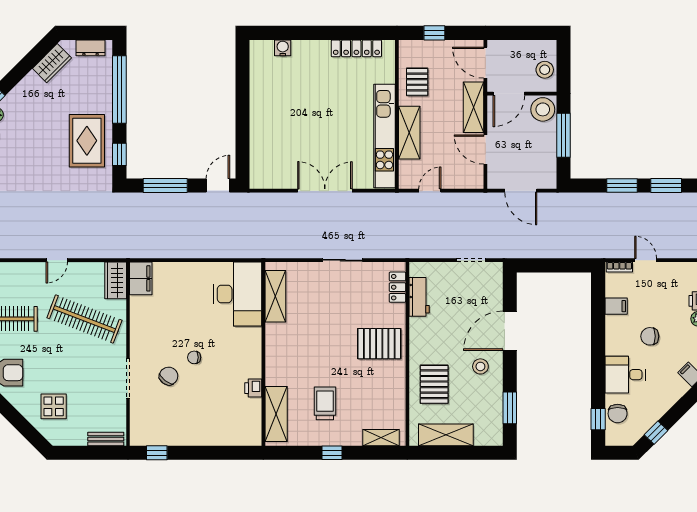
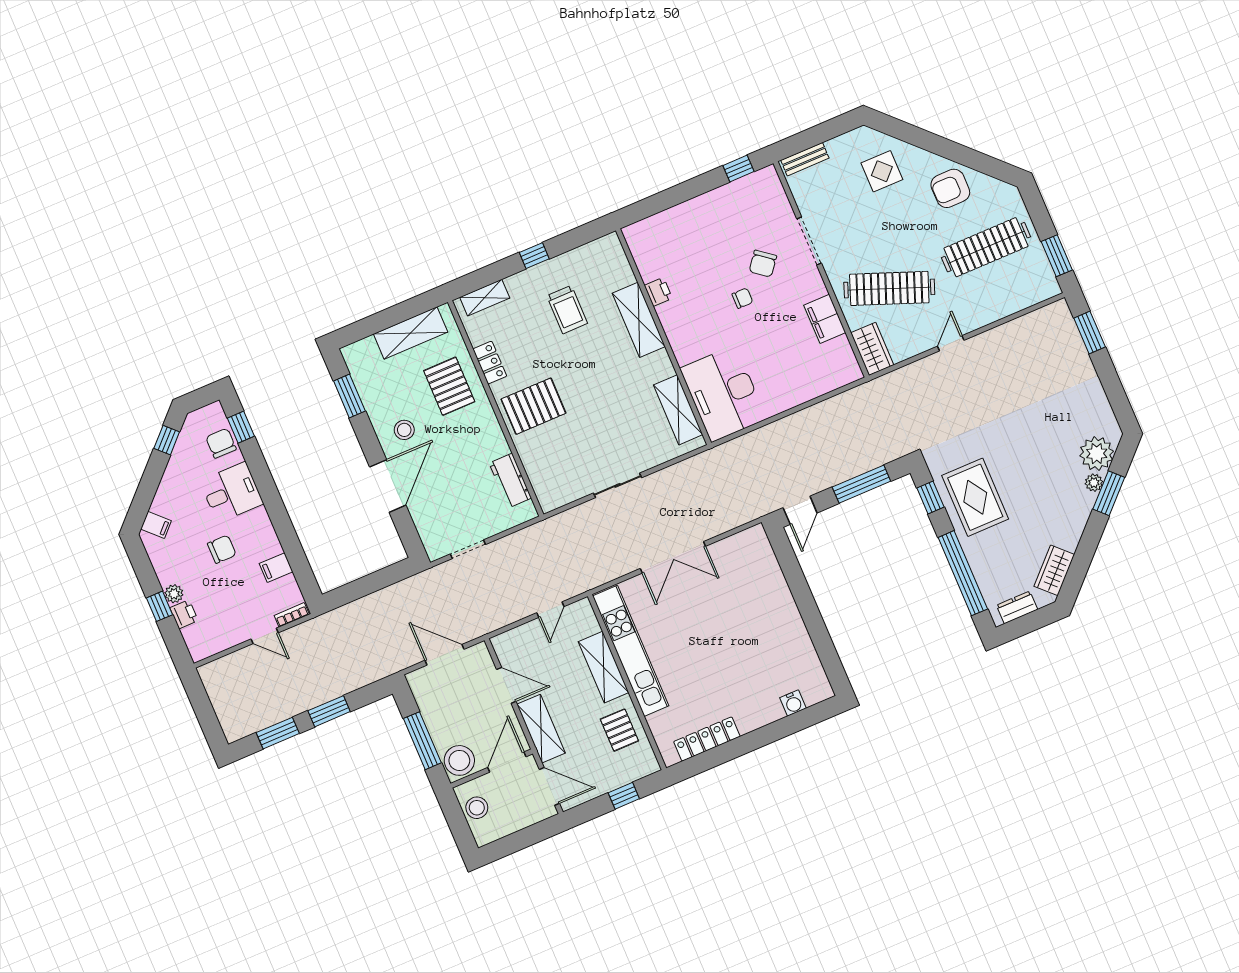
filing cabinet: (141, 278) -> (825, 319), moved
locker: (397, 287) -> (490, 363), moved
shelving: (276, 414) -> (639, 320), moved

